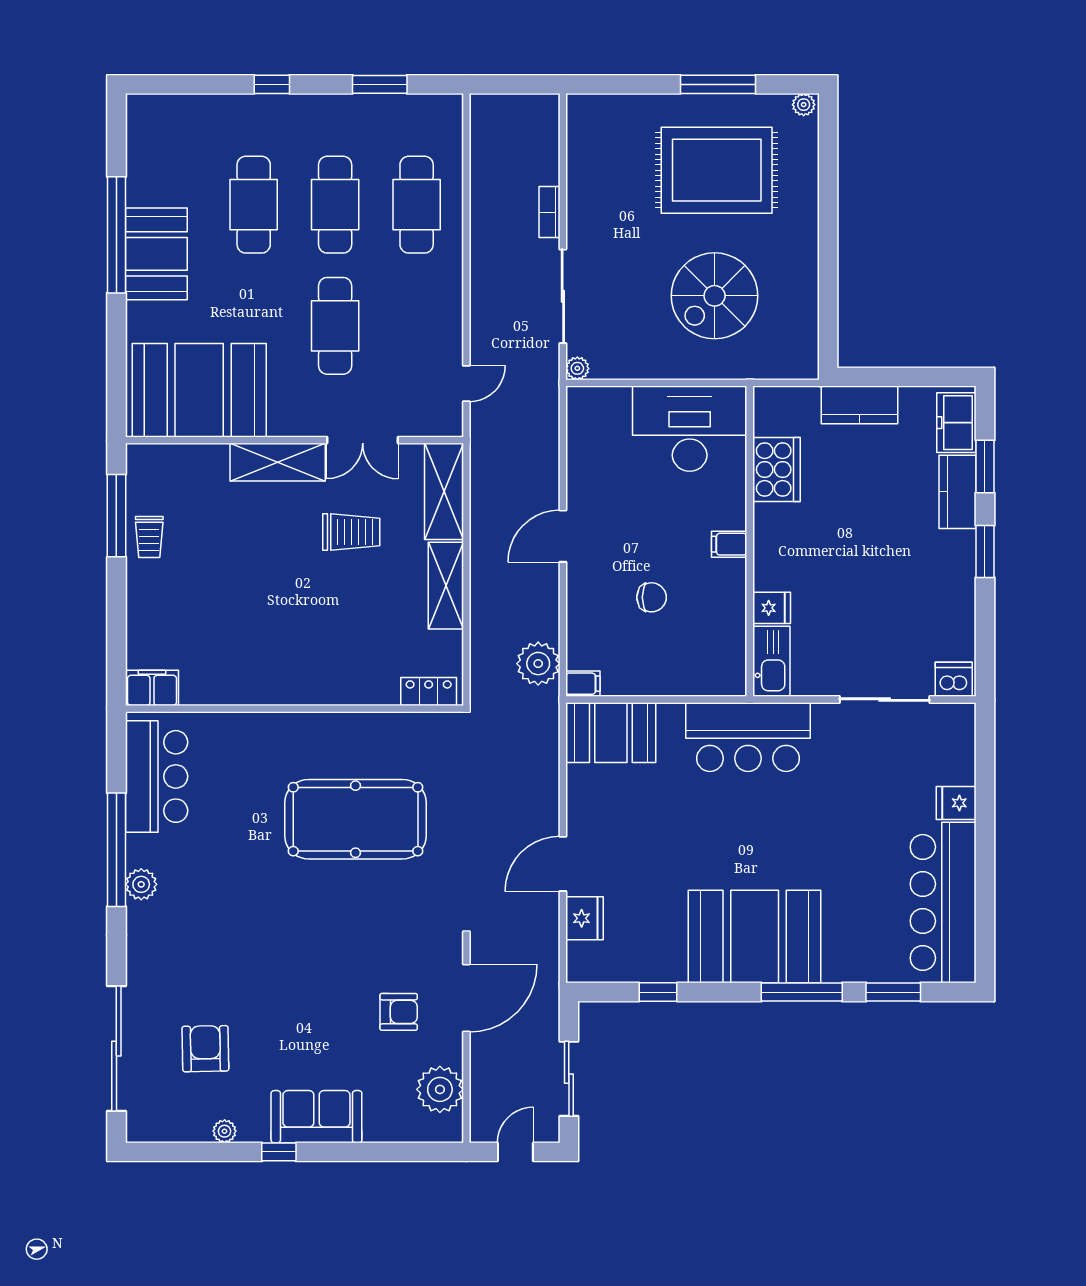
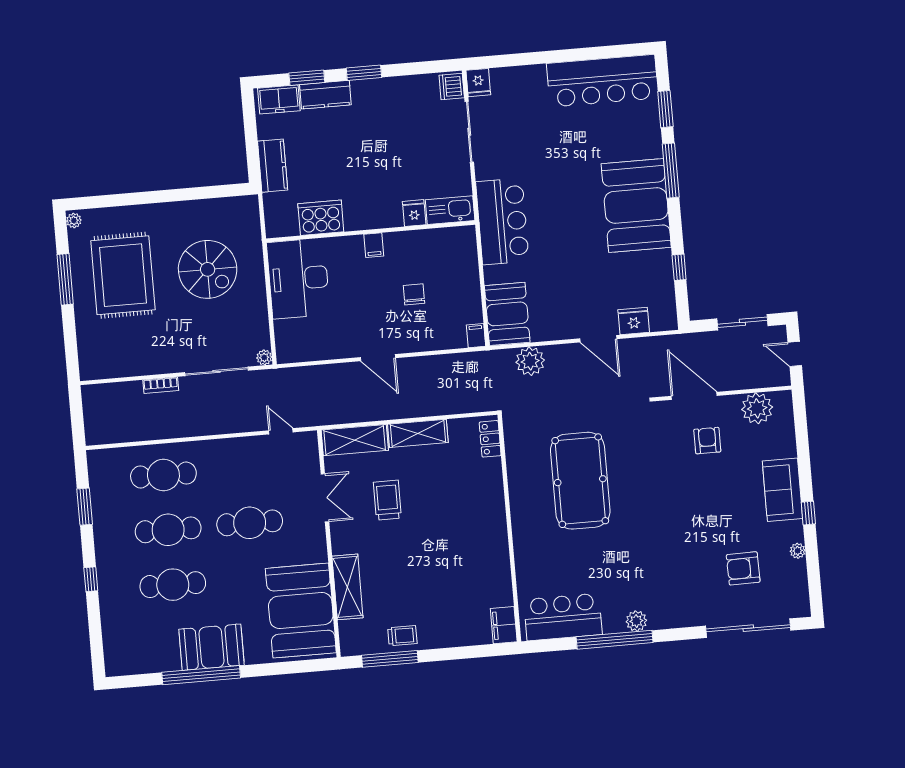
shelving: (278, 462) -> (347, 587), moved
plant: (538, 664) -> (530, 361), moved
fridge: (956, 803) -> (478, 83), moved

